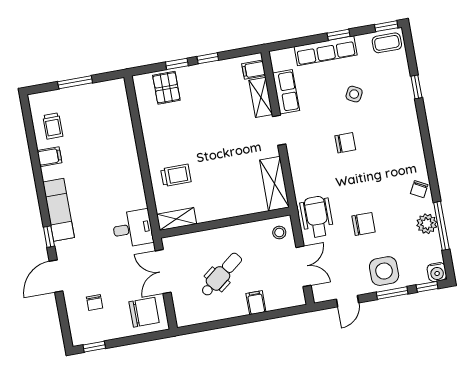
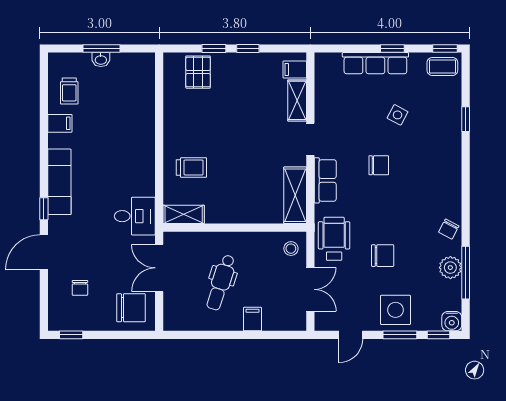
washbasin: (76, 92) -> (101, 60), added
row of seats: (286, 92) -> (325, 180), moved
dental chair: (221, 275) -> (221, 282), turned 146

